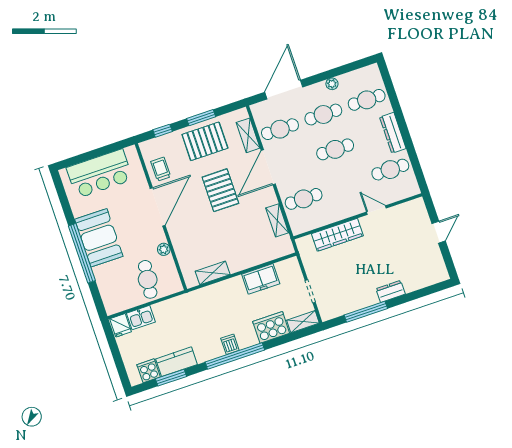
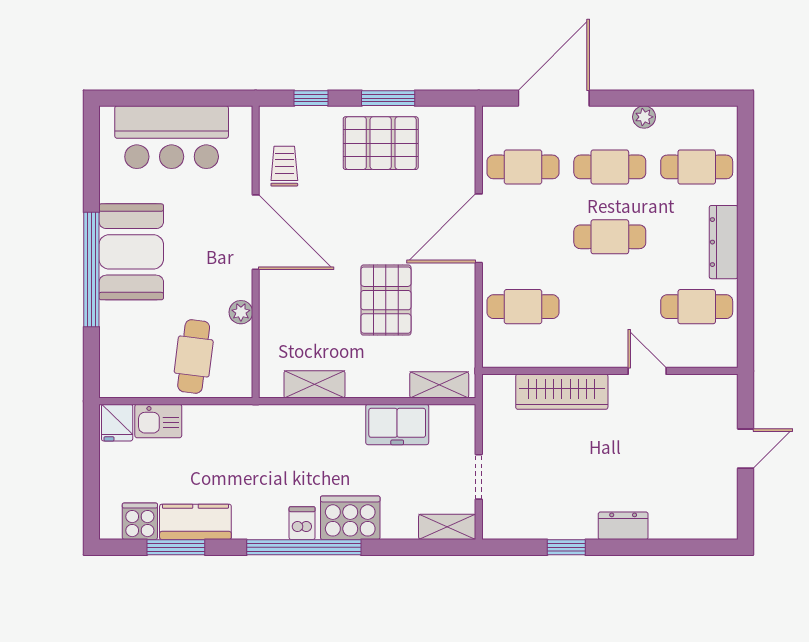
shelving: (248, 135) -> (462, 159), removed
pallet: (220, 190) -> (386, 300), moved
door: (158, 207) -> (256, 232), hinge flipped
shelving: (277, 220) -> (439, 385), moved, turned 90
window: (366, 312) -> (566, 547), width x0.46
cooker: (271, 327) -> (350, 518), moved

